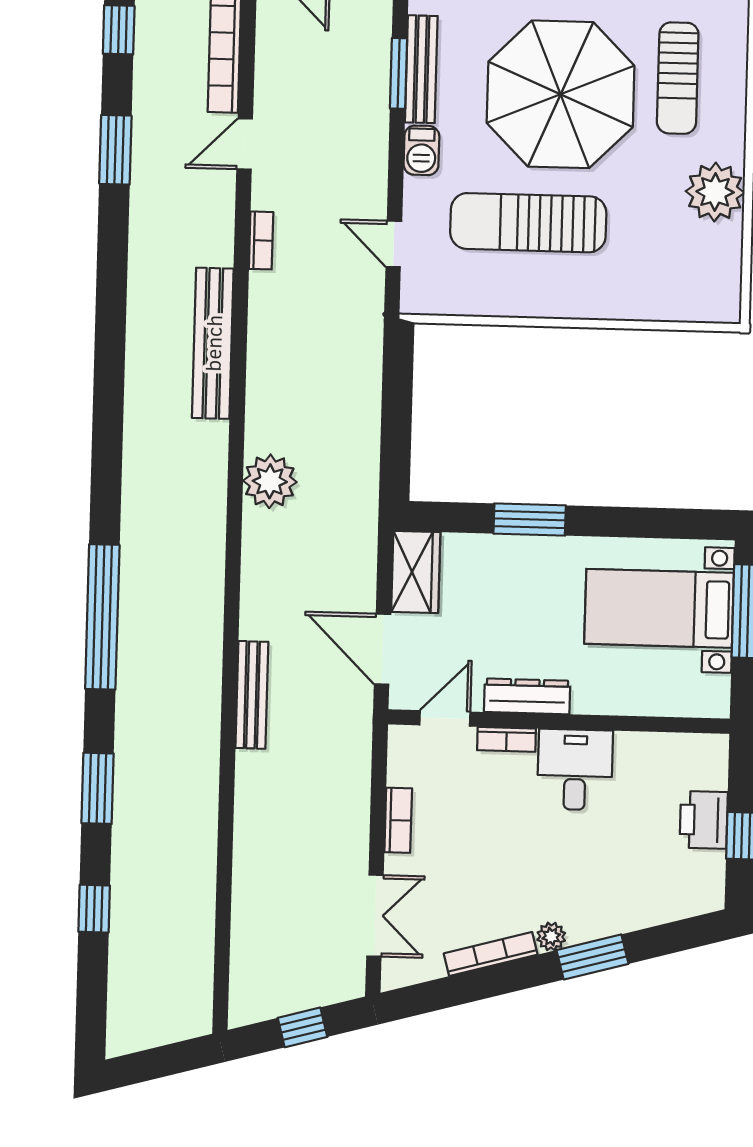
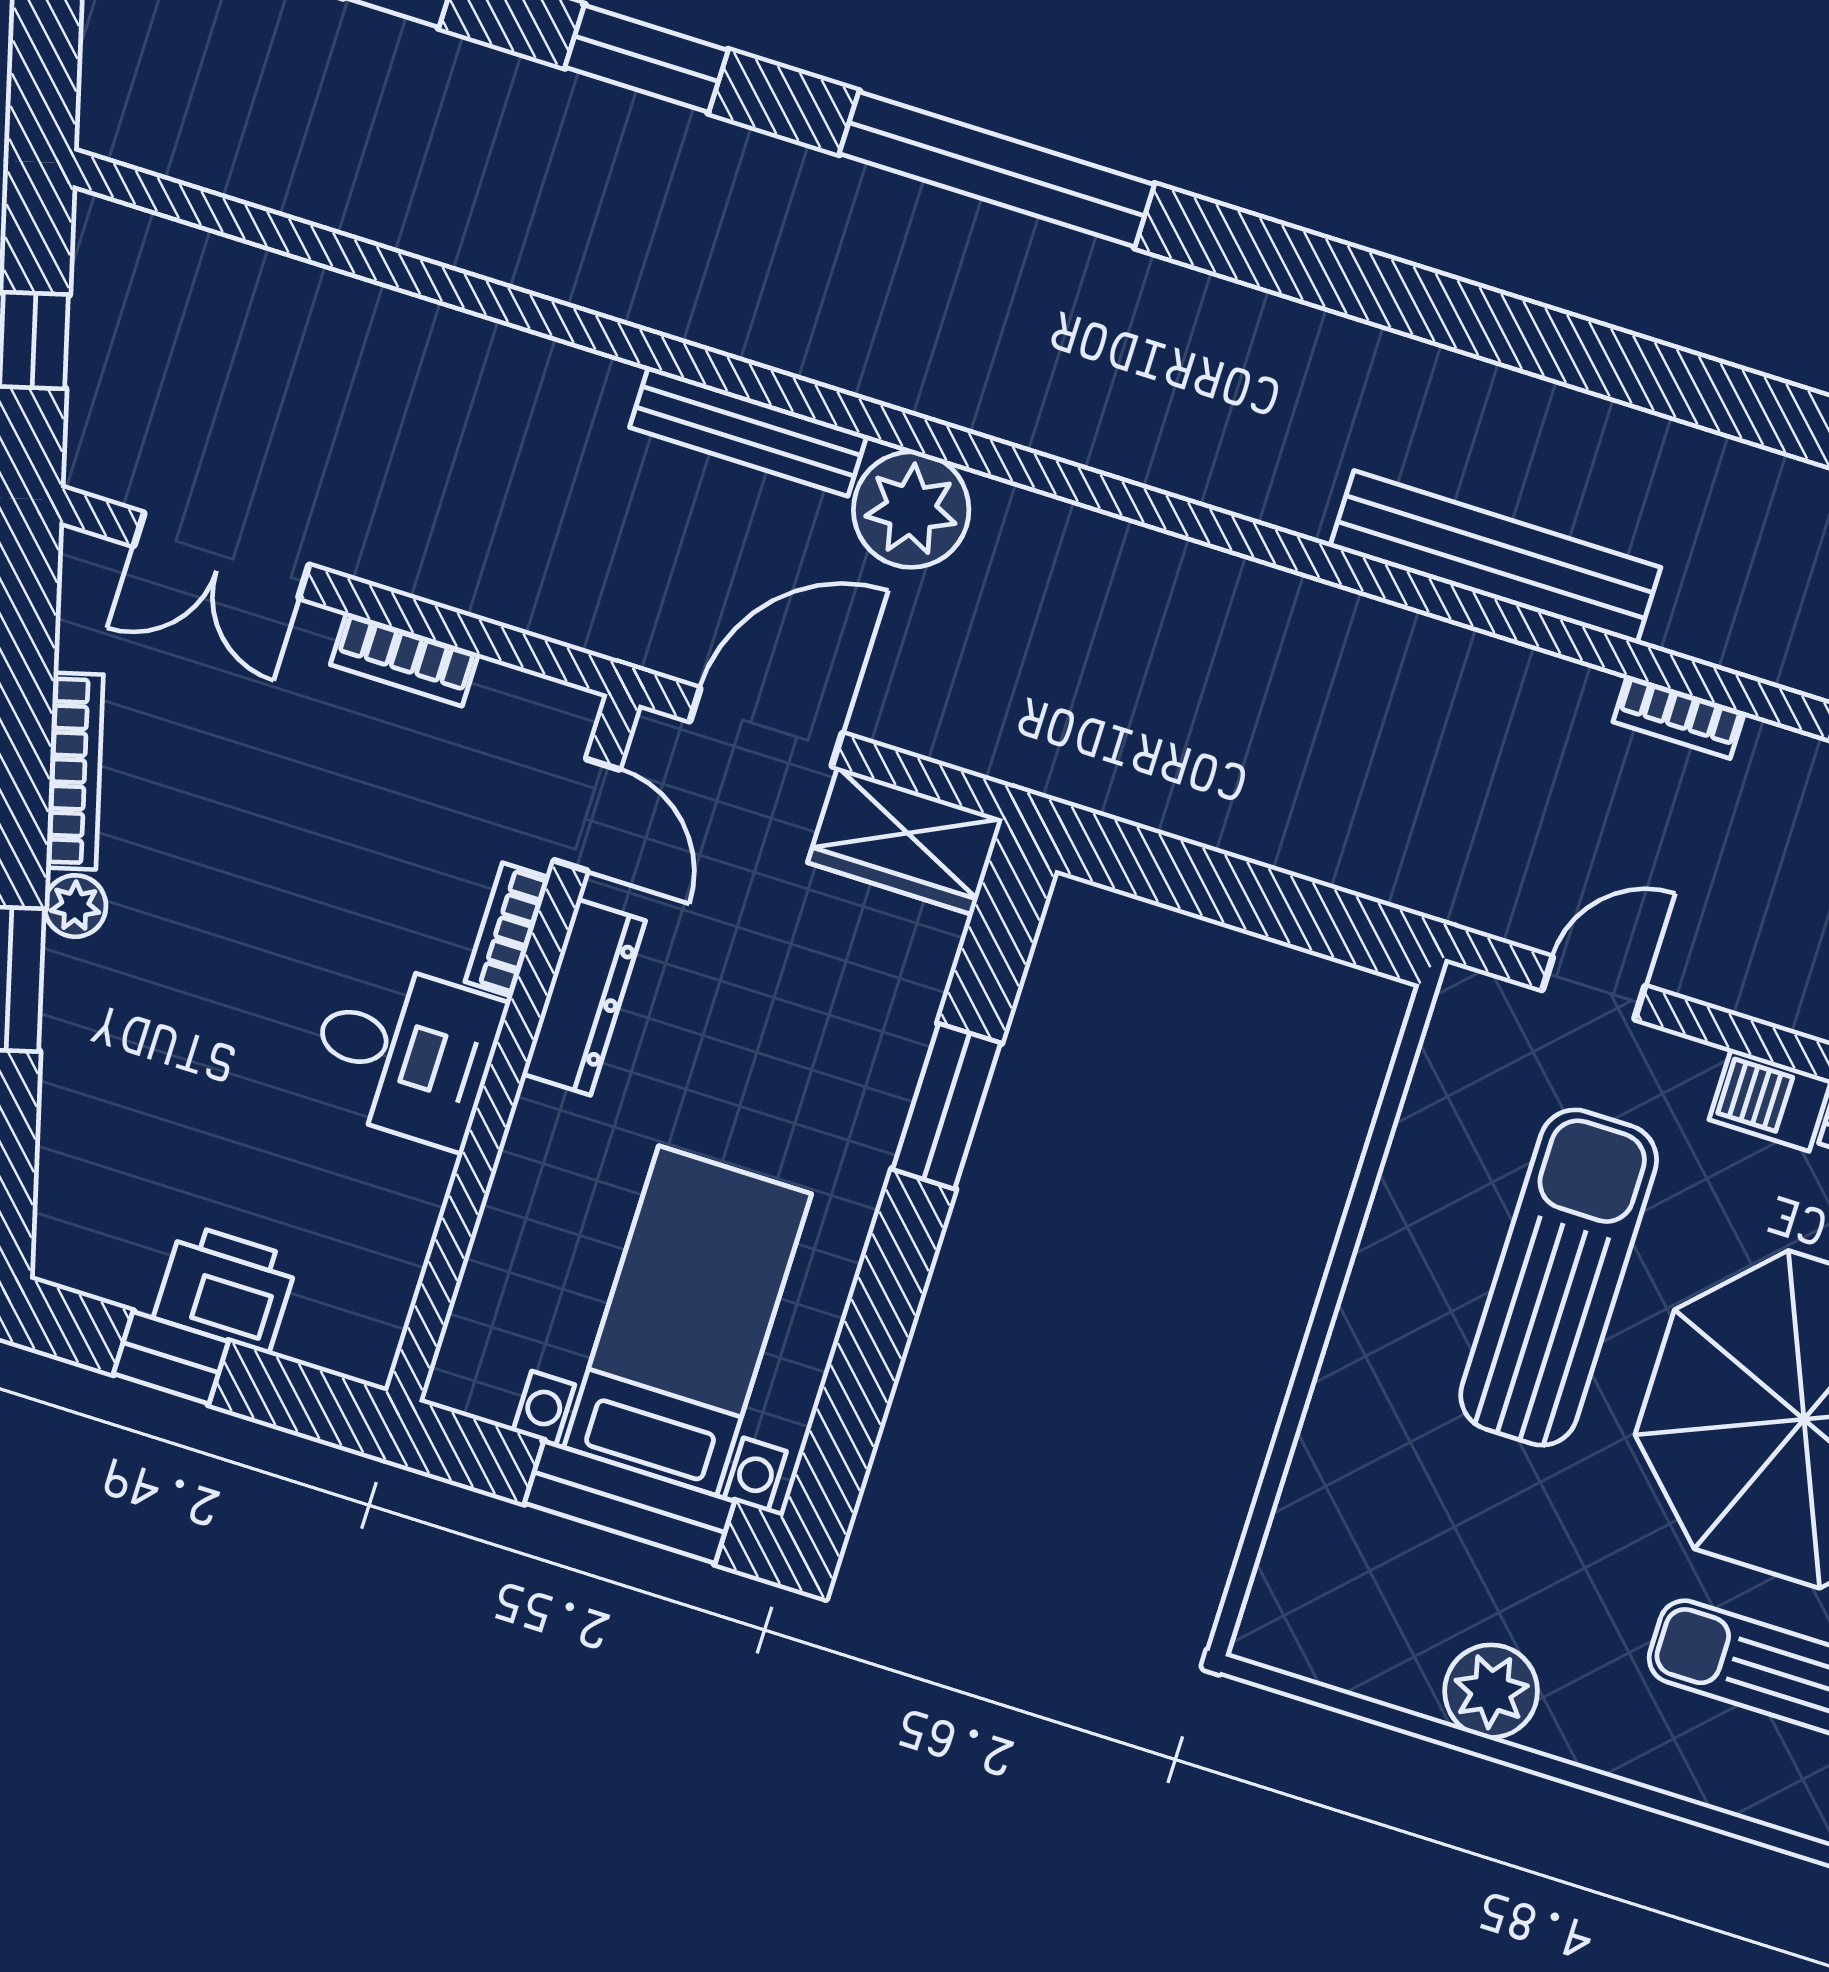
plant: (715, 192) -> (1491, 1691), width x0.73, depth x0.73
plant: (270, 481) -> (911, 510), moved

